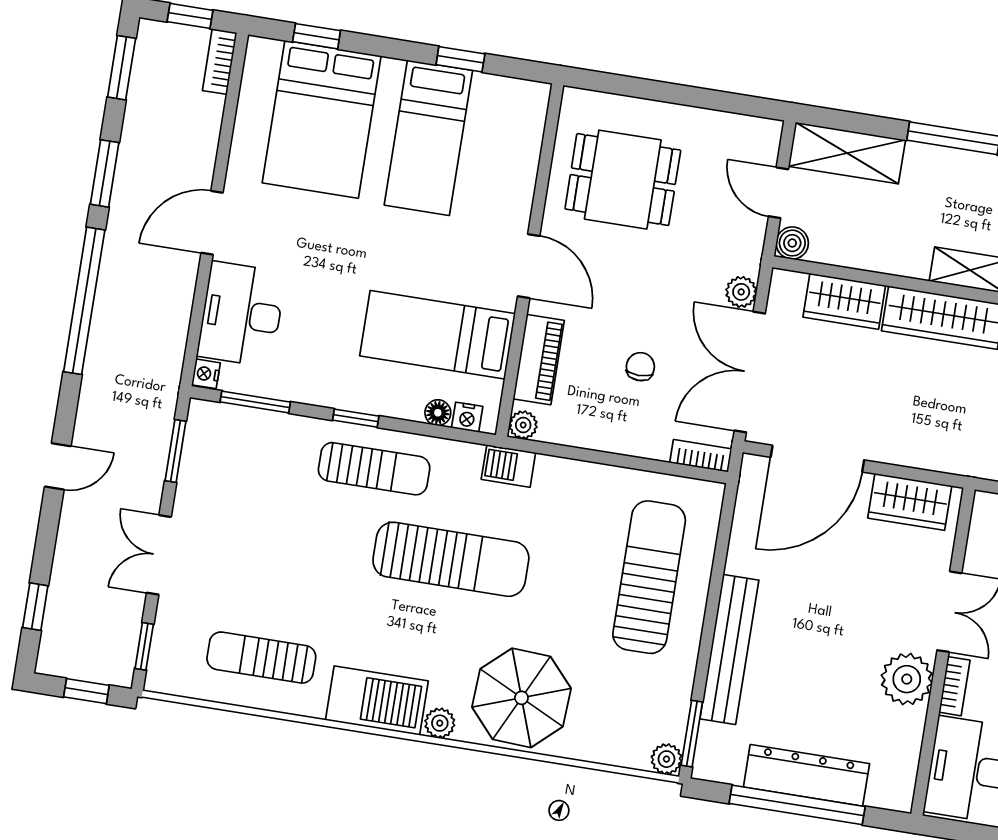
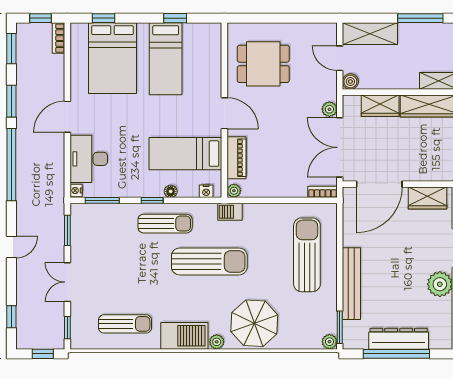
chair: (640, 367) -> (286, 153), removed
floor lamp: (438, 413) -> (171, 191), moved
sun lounger: (261, 658) -> (125, 324), turned 180

